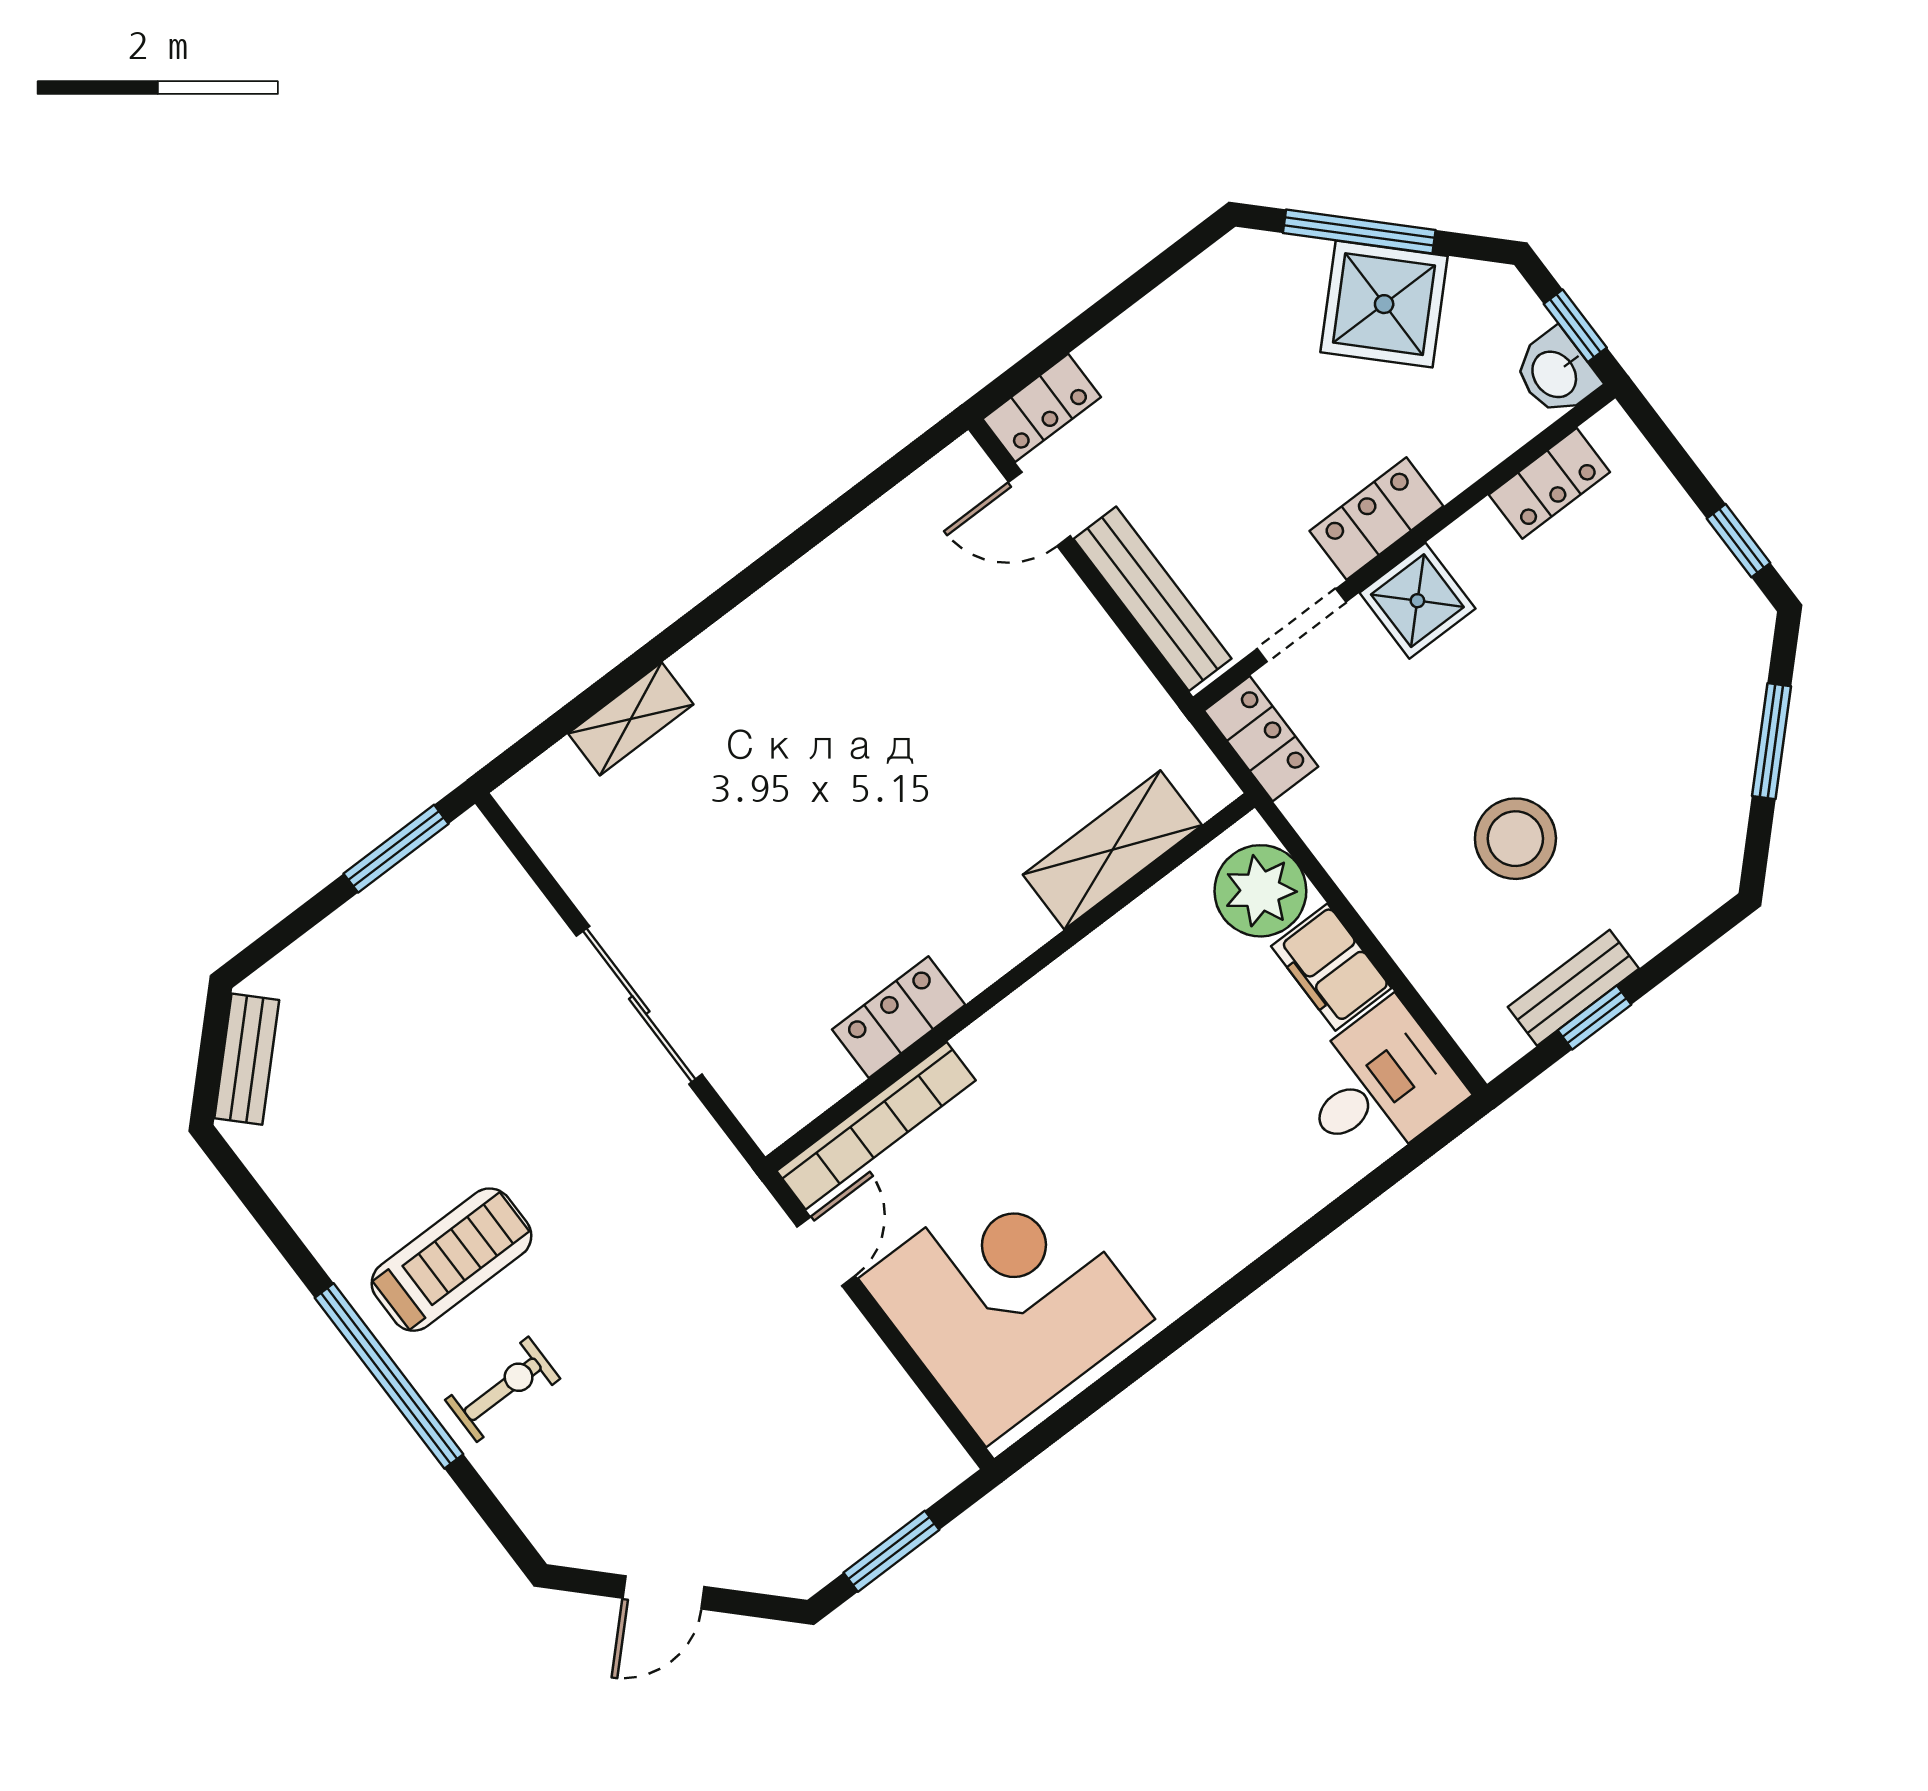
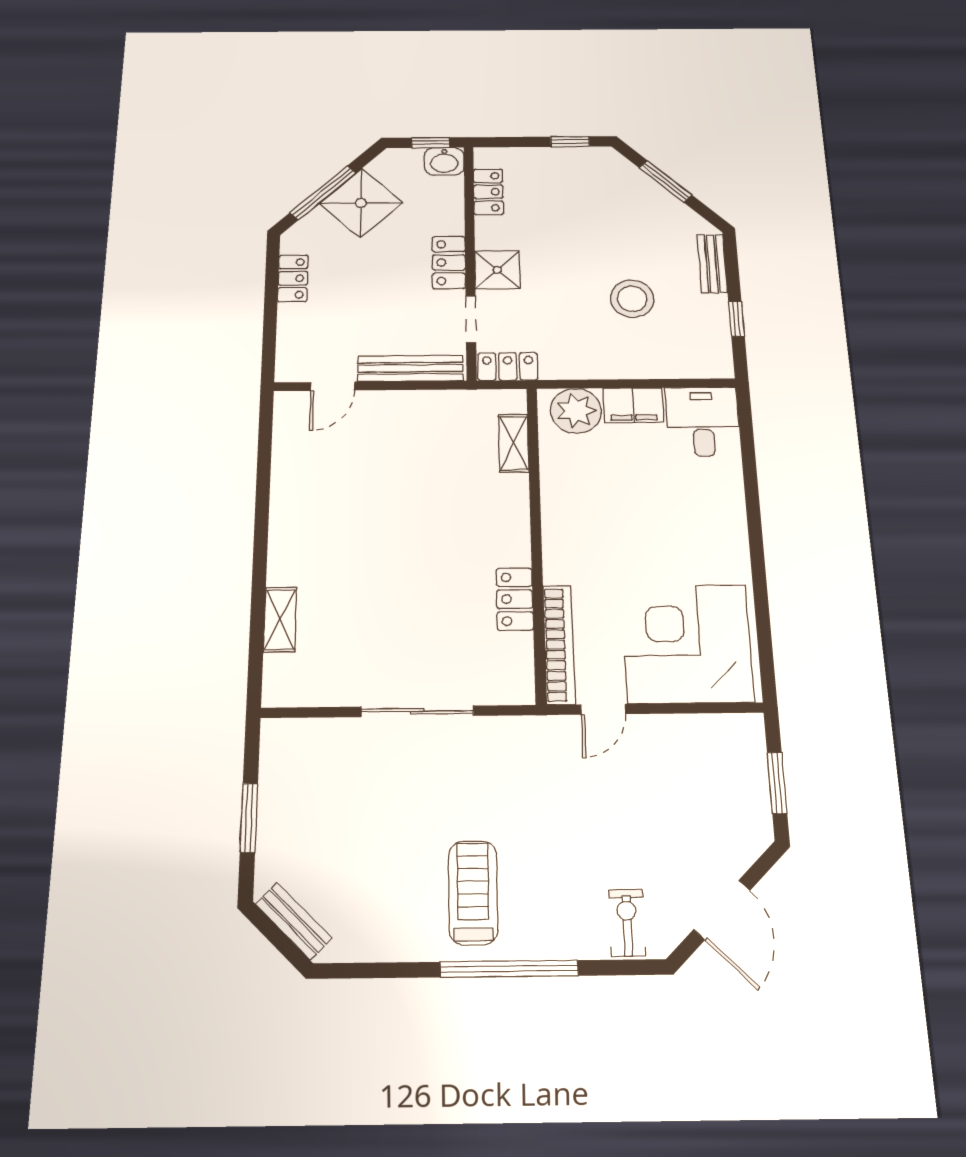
locker: (1042, 408) -> (293, 278), moved
window: (396, 849) -> (249, 818), moved
shelving: (1112, 850) -> (514, 443), width x0.67, depth x0.75
bench: (1573, 988) -> (712, 264), moved
door: (826, 1251) -> (603, 709), swing flipped
exercise bike: (503, 1389) -> (627, 923), moved
door: (663, 1592) -> (722, 910), width x1.38

